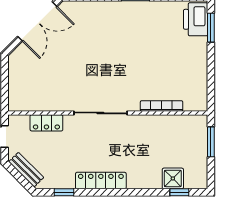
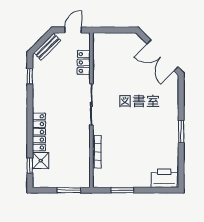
window: (211, 28) -> (122, 190), moved
locker: (101, 181) -> (39, 132), moved

